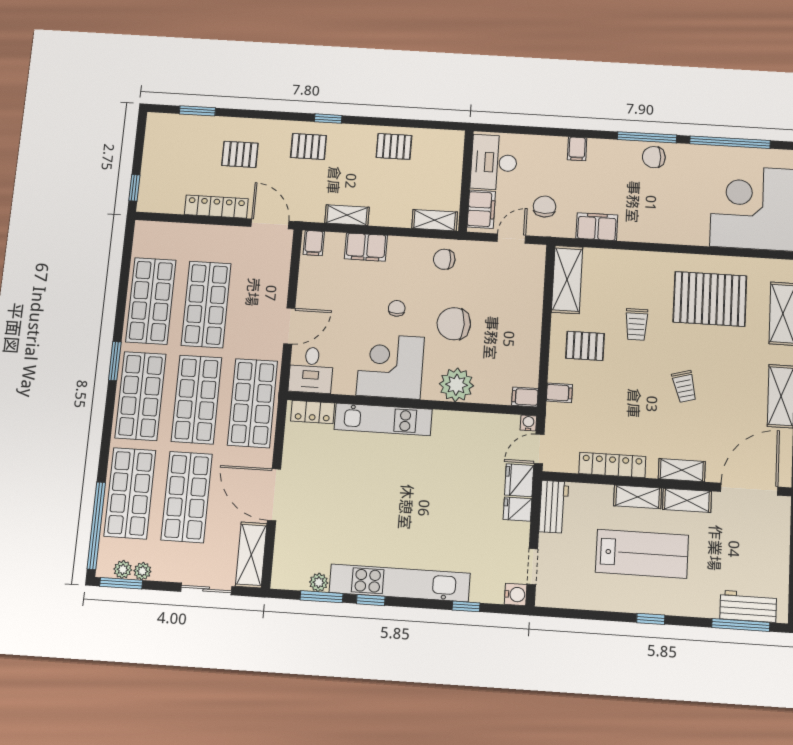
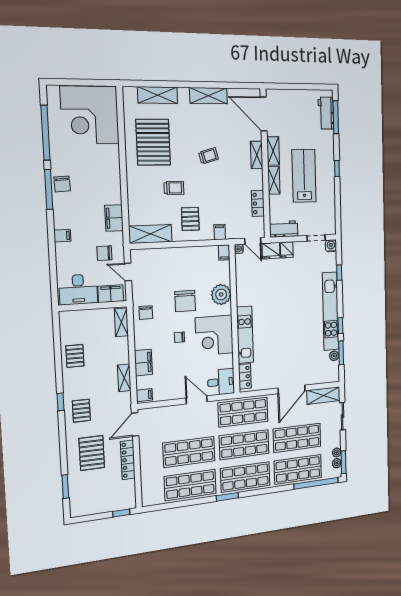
pallet: (240, 154) -> (92, 453), width x1.50, depth x1.42
locker: (612, 465) -> (258, 203), width x0.66

